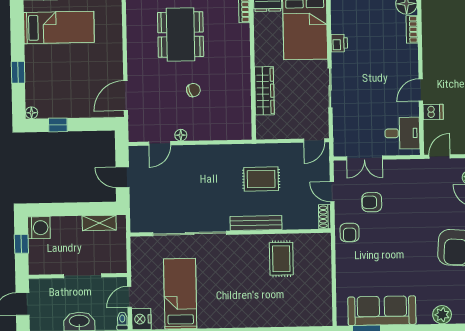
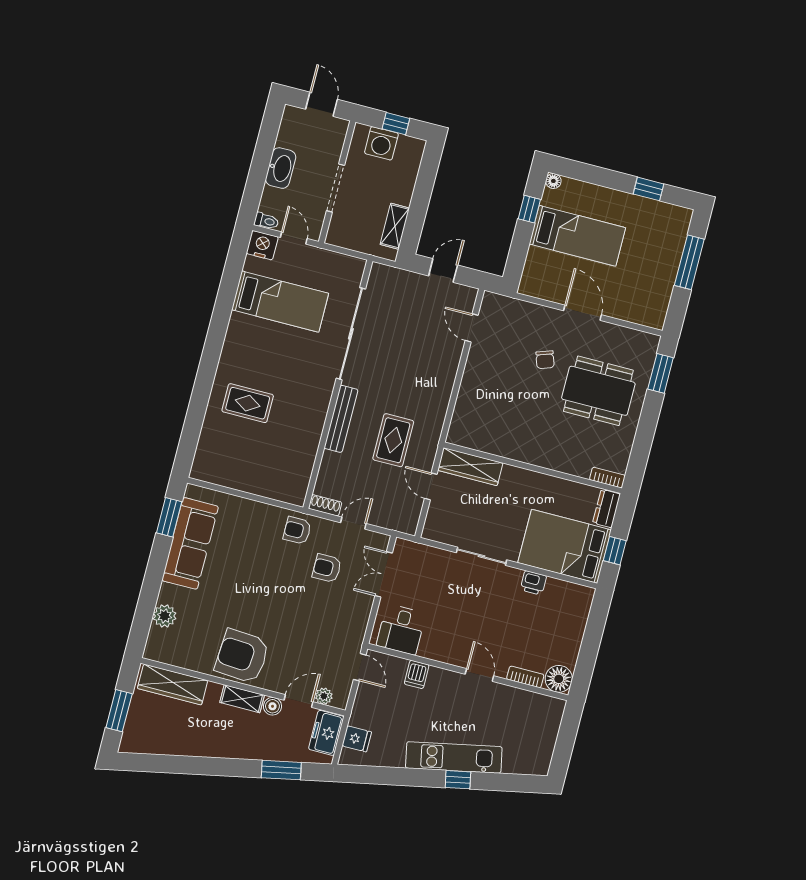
bed: (59, 27) -> (577, 236), moved, turned -90
window: (18, 72) -> (649, 189), moved
chair: (193, 90) -> (545, 360), moved
door: (421, 90) -> (479, 675), moved
wardrobe: (264, 91) -> (470, 467), moved
door: (126, 96) -> (582, 313), moved
floor lamp: (181, 135) -> (475, 357), removed
door: (314, 140) -> (431, 486), moved
armchair: (372, 202) -> (327, 568), turned -90
washing machine: (39, 228) -> (381, 143), moved
rug: (281, 259) -> (248, 403), moved

